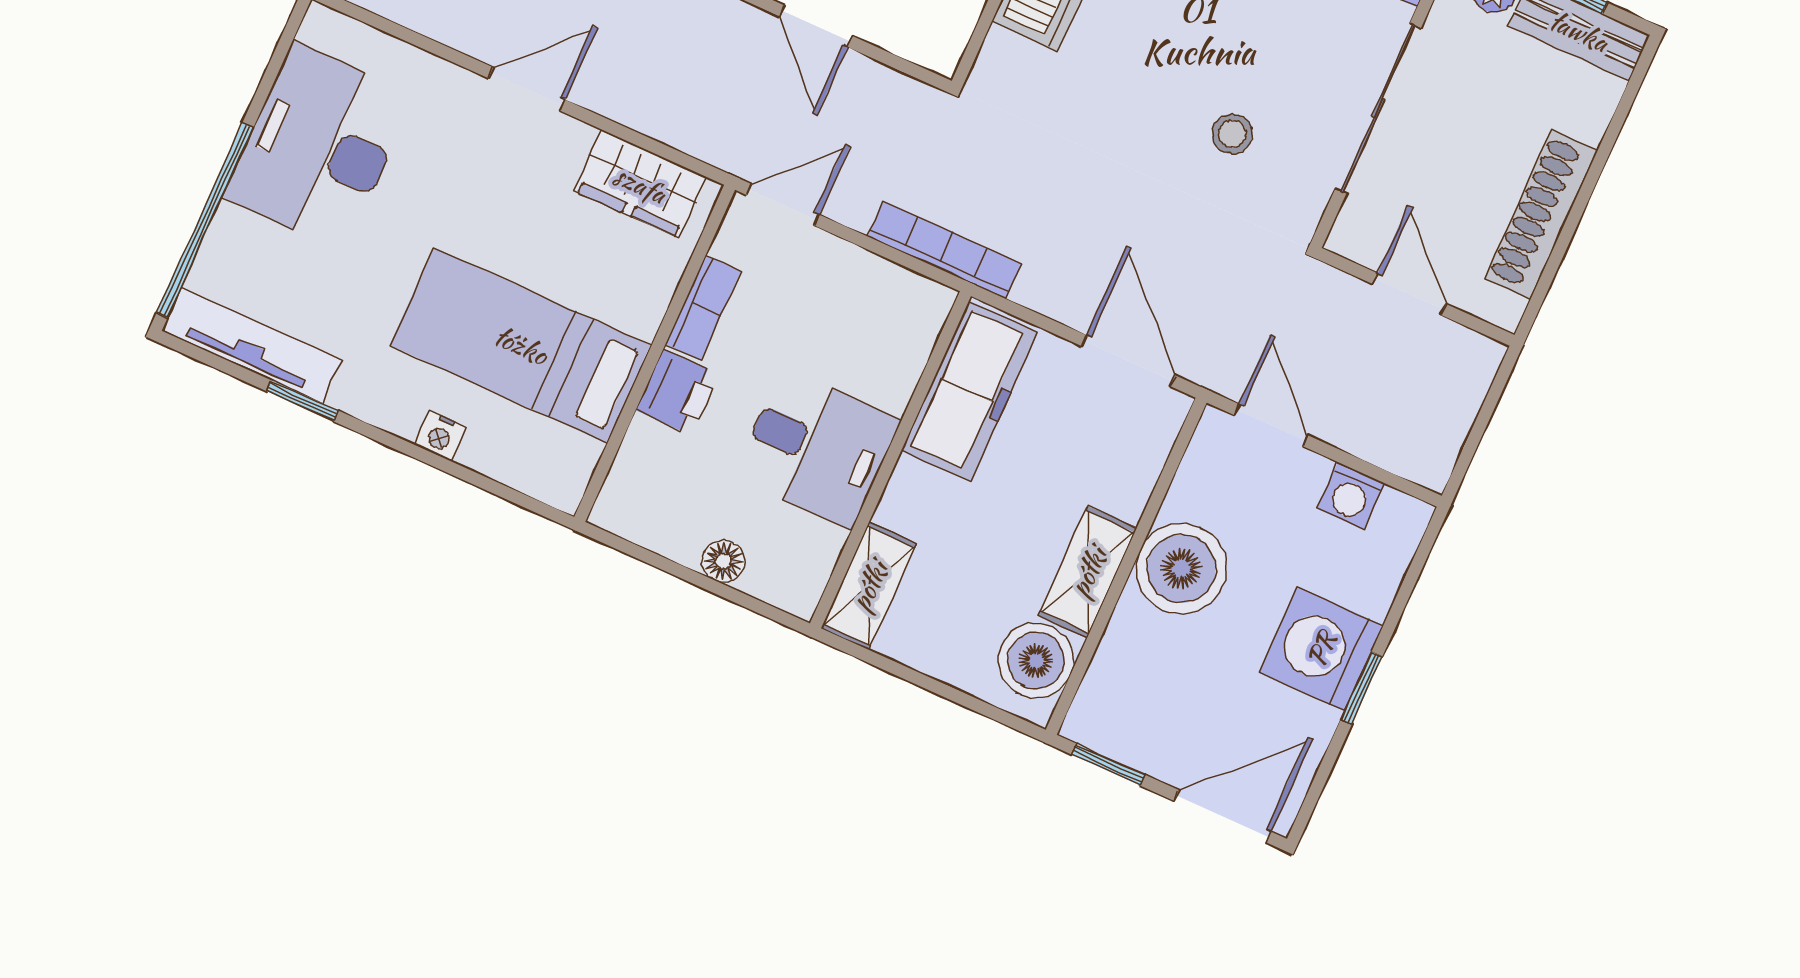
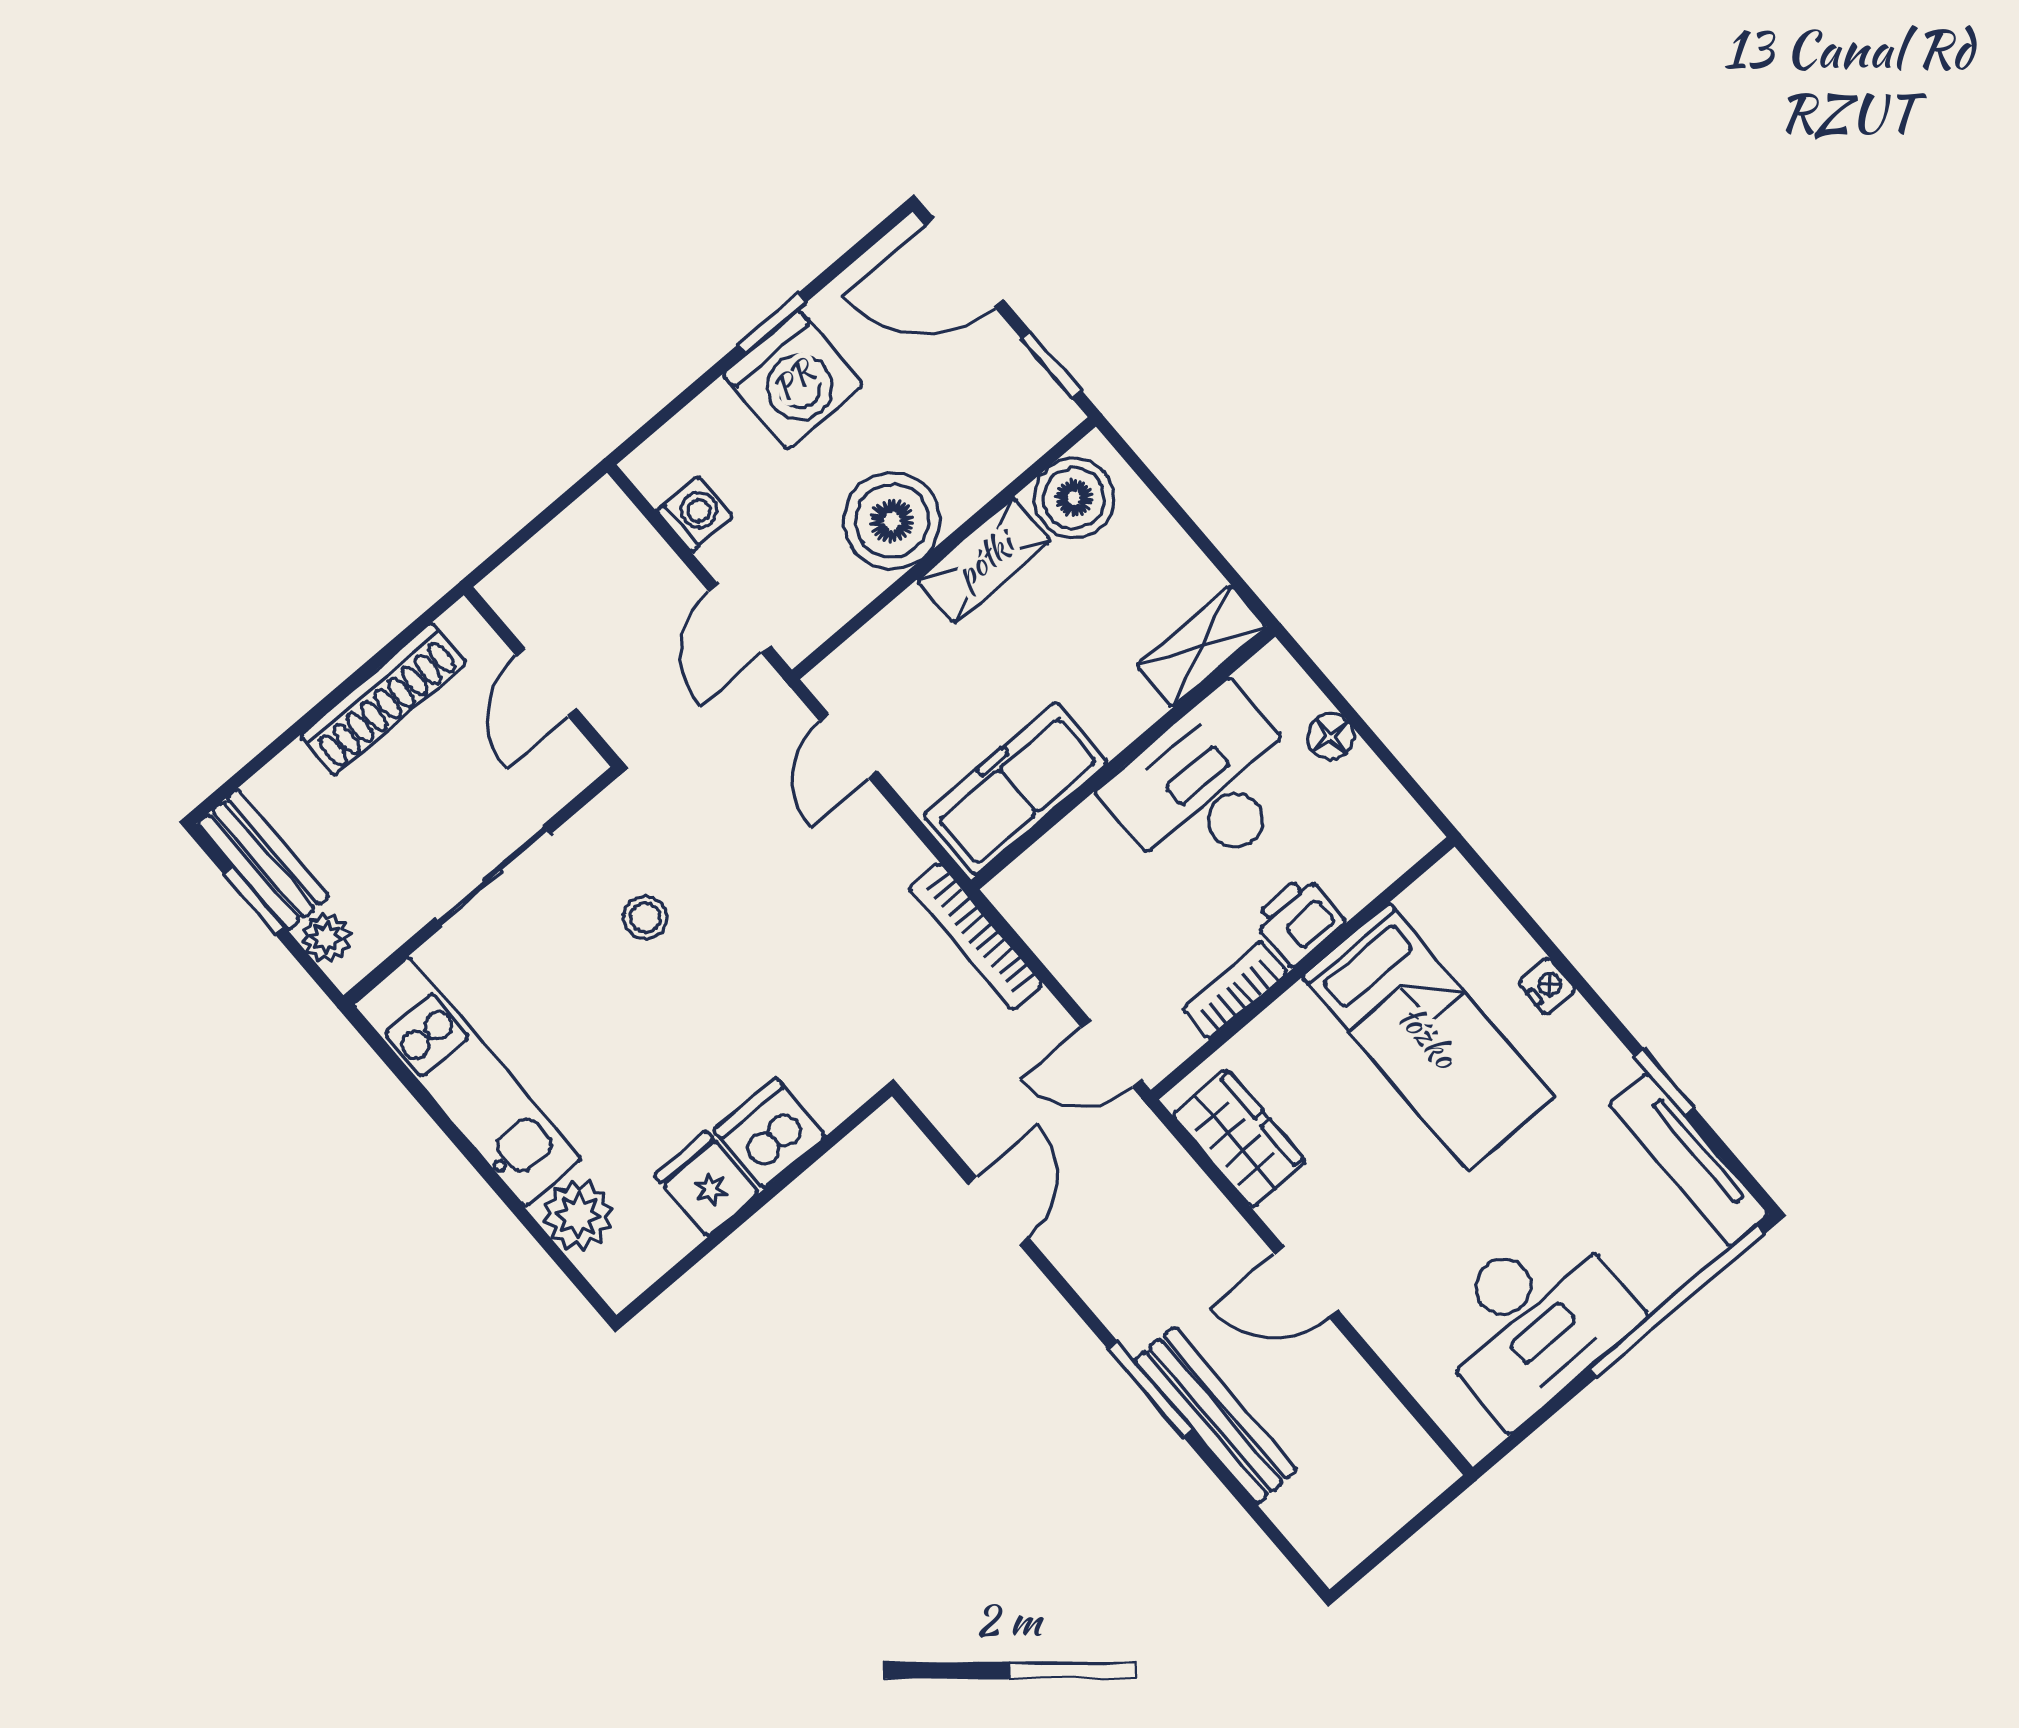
sliding door: (1378, 108) -> (492, 876), width x0.73
door: (1128, 361) -> (849, 746), width x0.73
desk: (817, 448) -> (1207, 787), width x1.37

